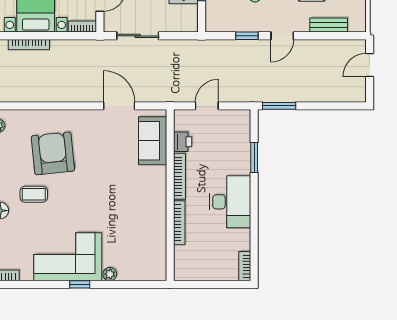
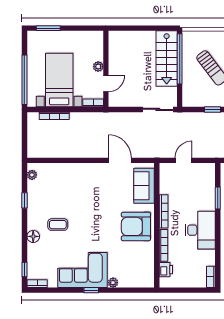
sliding door: (138, 36) -> (158, 109), moved
printer: (183, 142) -> (166, 270), moved
armchair: (53, 153) -> (136, 226), moved, turned -84

